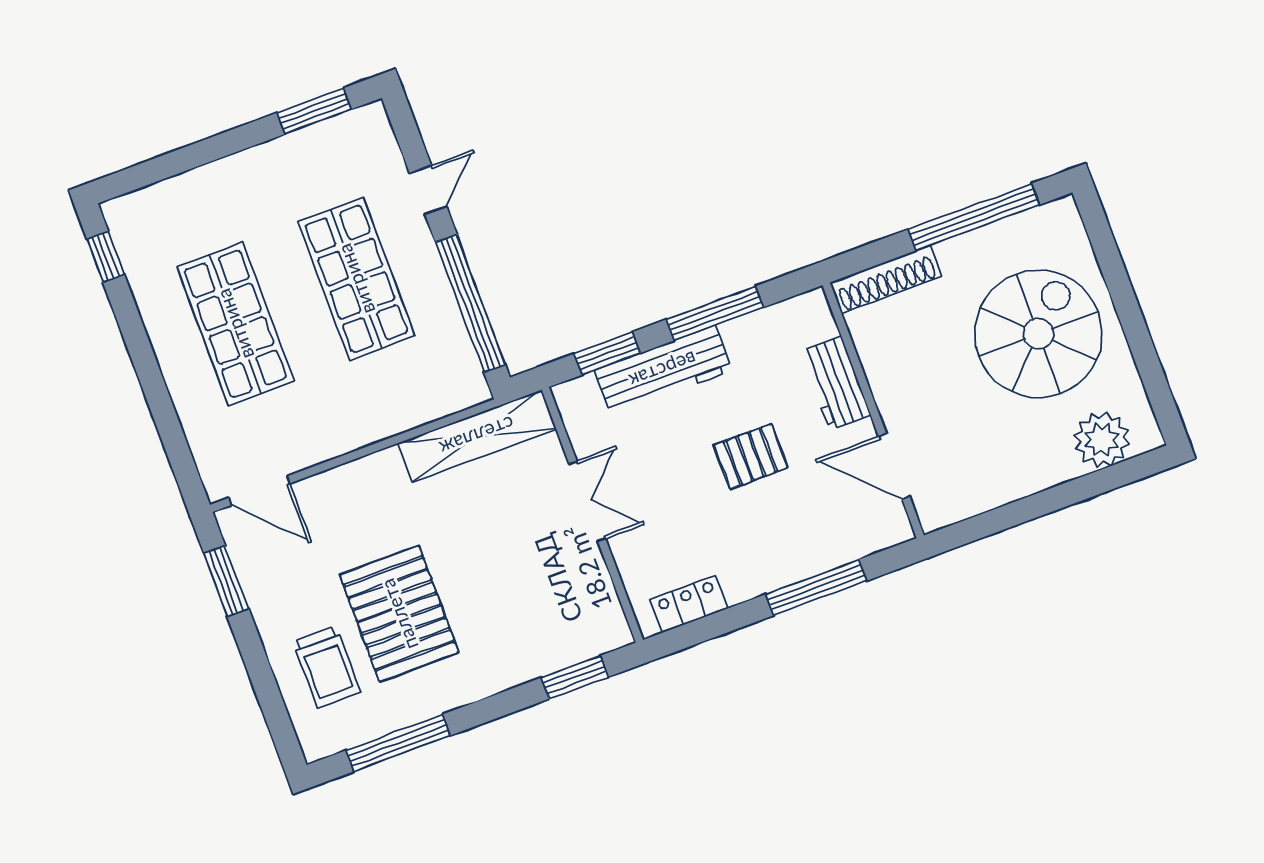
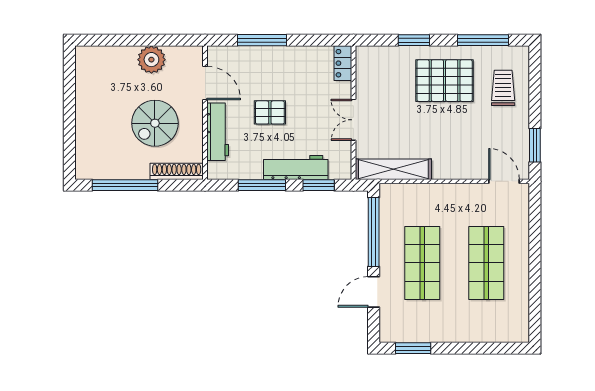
door: (428, 190) -> (374, 292), width x1.37
window: (106, 257) -> (535, 316), removed
spiral stairs: (1038, 334) -> (155, 123), moved, width x0.73, depth x0.73
workbench: (836, 383) -> (218, 132), width x1.38
plant: (1102, 440) -> (151, 60), moved
locker: (689, 604) -> (343, 63), moved, turned 90
pallet: (399, 614) -> (445, 81), moved, turned 90
window: (575, 677) -> (414, 40), moved

